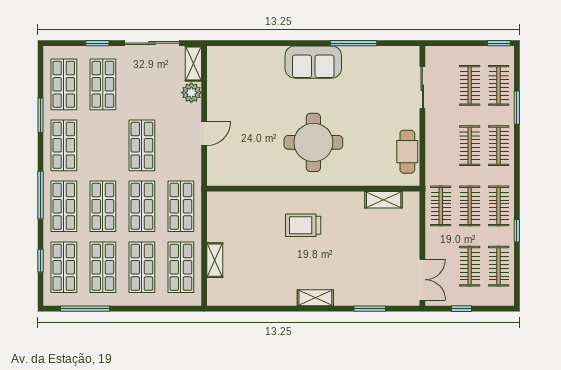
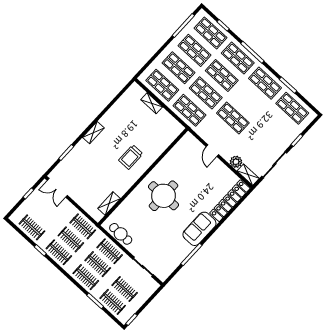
locker: (245, 57) -> (230, 201), added
shop shelf: (103, 84) -> (276, 126), removed
trolley: (303, 225) -> (131, 157), turned 180
clothes rail: (470, 266) -> (110, 251), moved

